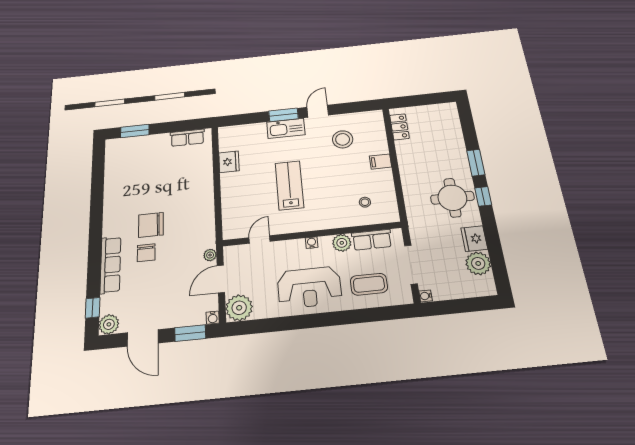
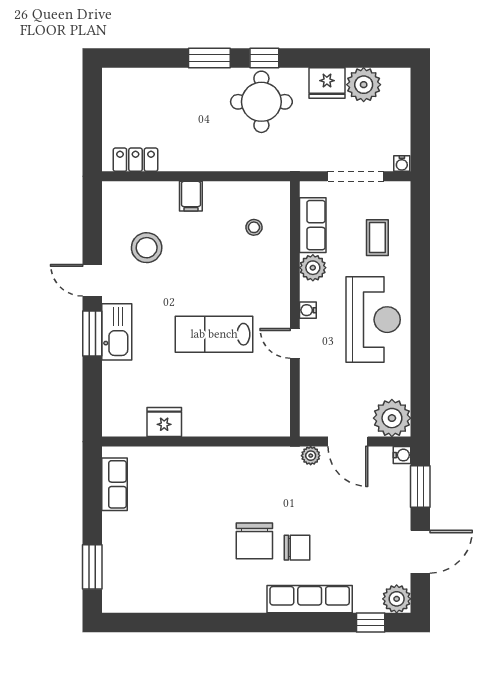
door: (259, 239) -> (295, 343), moved
coffee table: (369, 284) -> (377, 238), width x0.73, depth x0.77

